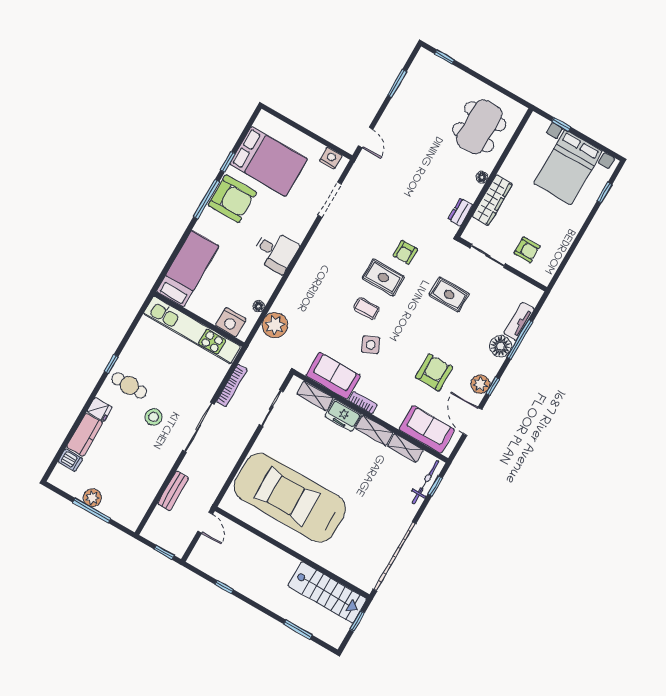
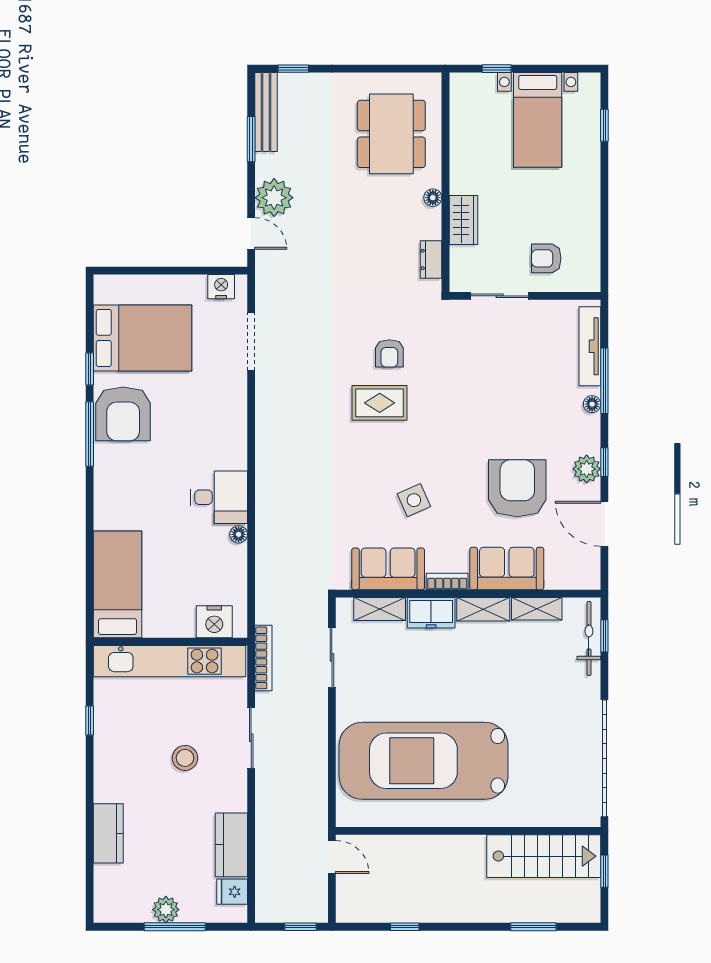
bed with nightstands: (568, 167) -> (538, 120), width x0.73
armchair: (232, 199) -> (123, 414), turned 90
wardrobe: (492, 200) -> (463, 220), width x0.67
armchair: (527, 250) -> (546, 258), turned 180
desk: (275, 251) -> (219, 497), moved
bed: (188, 269) -> (117, 584), moved
rug: (449, 295) -> (478, 375), removed
coffee table: (366, 308) -> (381, 456), removed
wall: (199, 319) -> (170, 642), moved
tv unit: (519, 321) -> (590, 346), width x1.41
nightstand: (231, 322) -> (214, 622), moved
plant: (275, 325) -> (274, 198), moved
kitchen unit: (192, 330) -> (170, 661), moved
floor lamp: (501, 346) -> (592, 404), width x0.53, depth x0.53
armchair: (434, 372) -> (517, 488), width x1.36, depth x1.36
cafe table: (129, 385) -> (129, 735), removed
fridge: (100, 409) -> (232, 892), moved, turned 180
sliding door: (198, 427) -> (251, 738), width x0.73
sofa: (427, 430) -> (507, 569), moved
dishwasher: (70, 460) -> (109, 877), removed
kitchen counter: (151, 482) -> (231, 845), added
bench: (173, 491) -> (266, 112), moved, width x1.36

